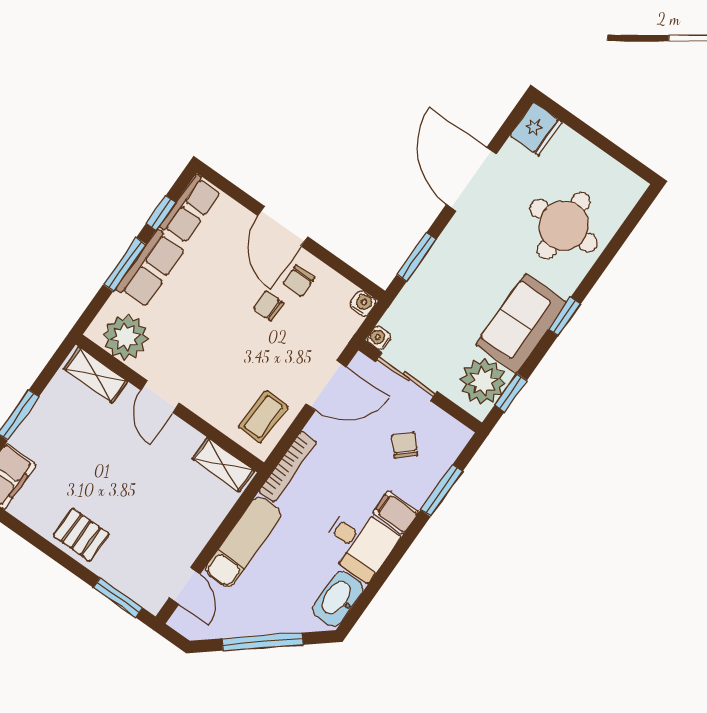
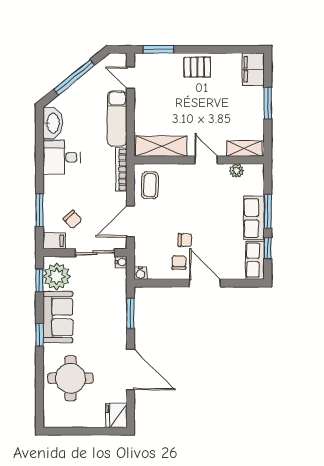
plant: (126, 337) -> (237, 171), width x0.53, depth x0.53
shelving: (223, 465) -> (161, 146), width x1.50, depth x1.33
filing cabinet: (396, 513) -> (54, 241), moved

